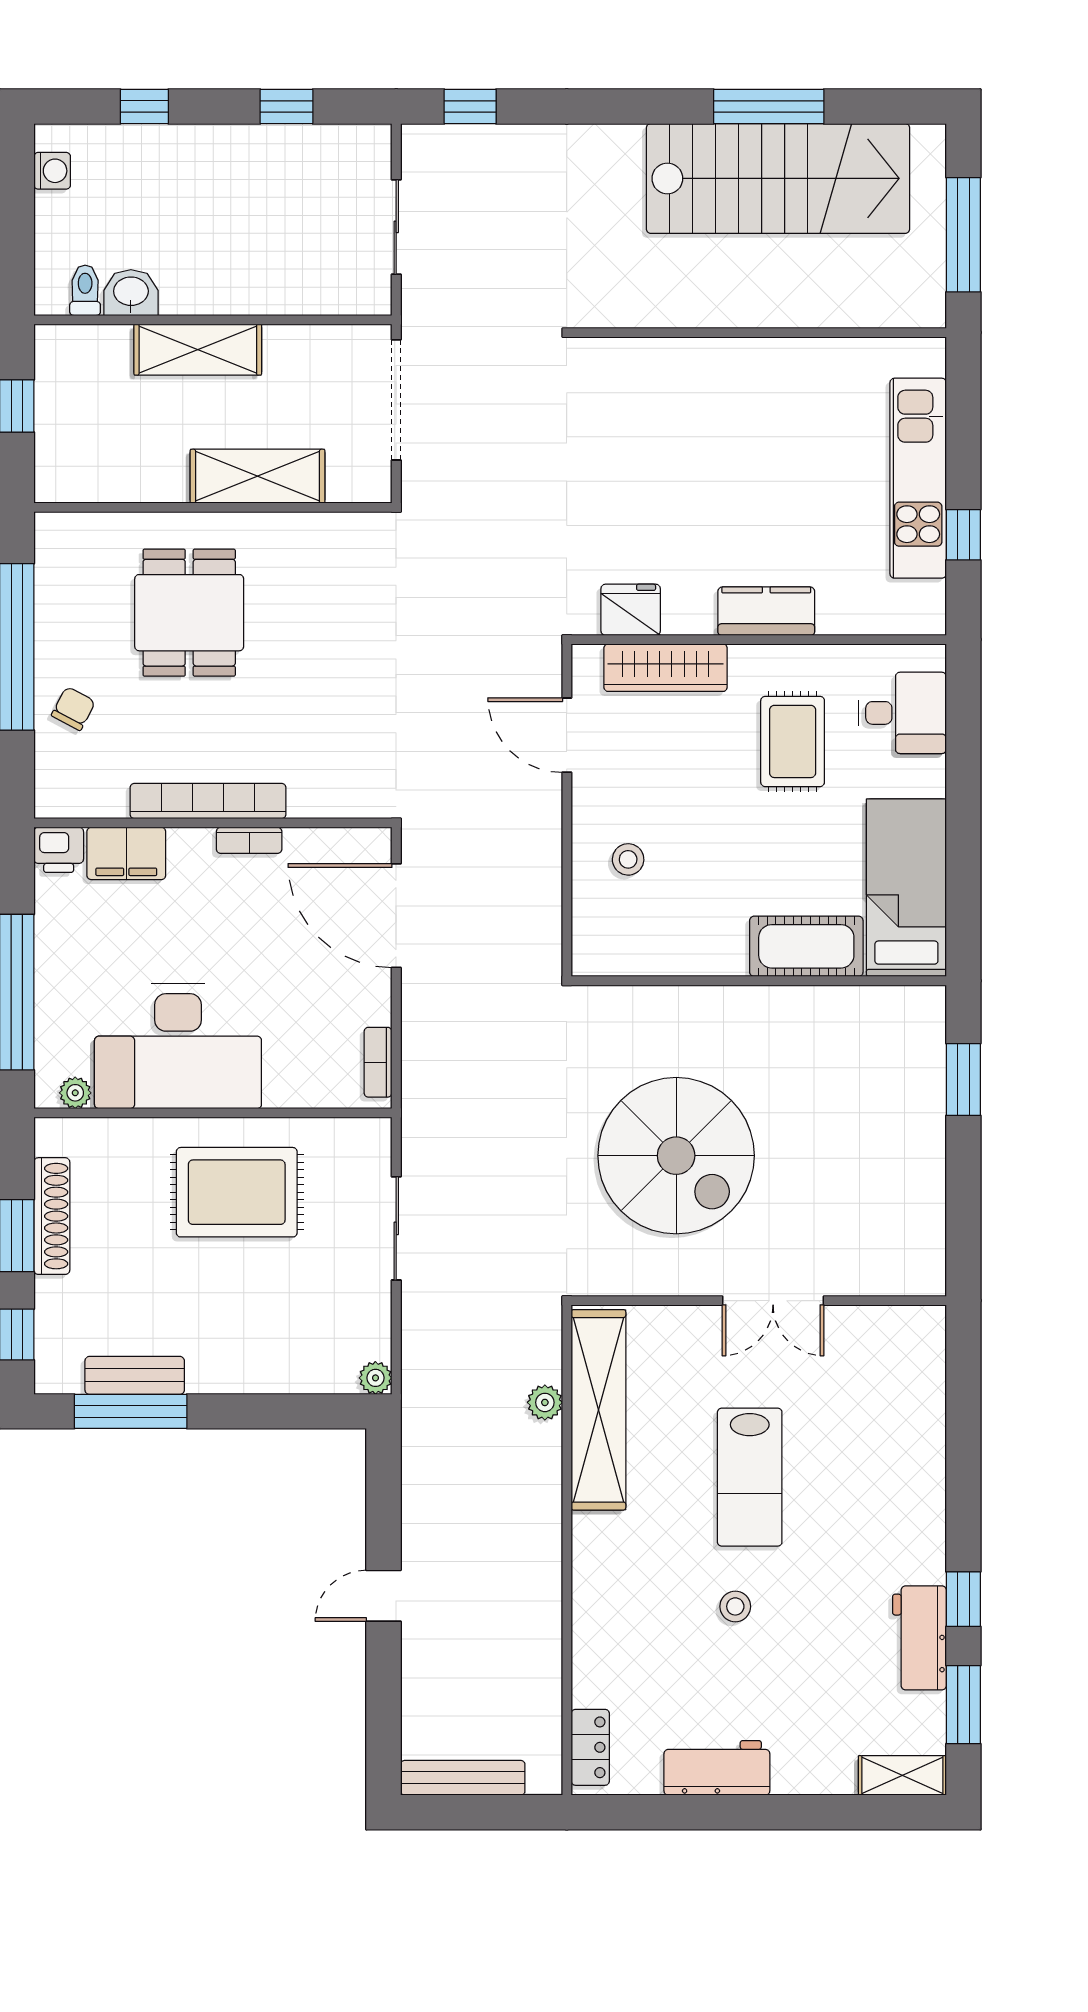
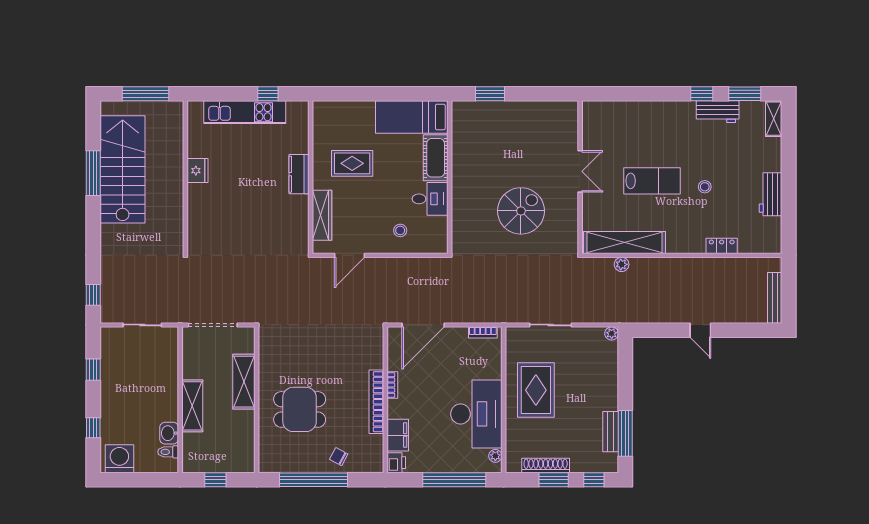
washing machine: (52, 171) -> (119, 459), width x1.89, depth x1.89
fridge: (631, 610) -> (198, 171), moved, turned 180
desk: (903, 713) -> (430, 199), moved, turned 90
spiral stairs: (676, 1156) -> (521, 211), width x0.73, depth x0.73
locker: (590, 1747) -> (722, 246), moved

